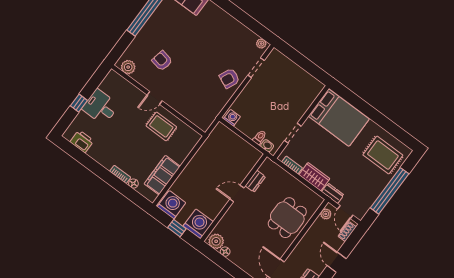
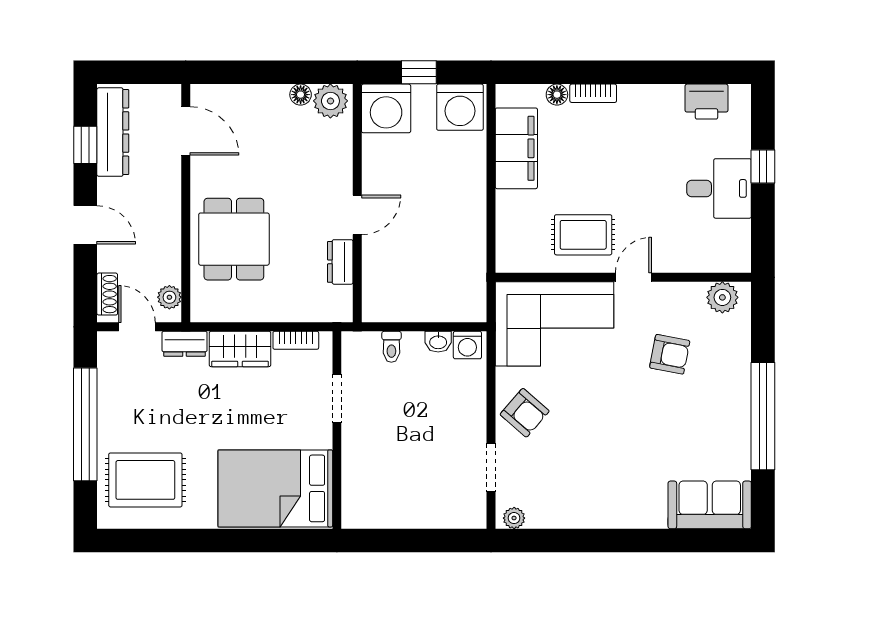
armchair: (229, 78) -> (525, 413), turned 107
corner sofa: (195, 102) -> (555, 324), added
washbasin: (267, 146) -> (438, 342), moved

